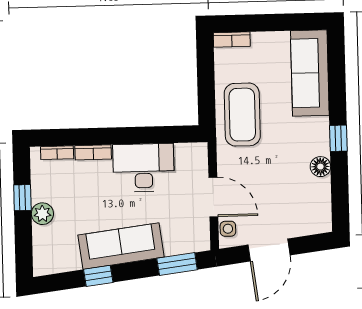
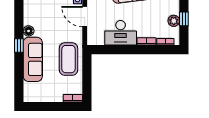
sofa: (310, 73) -> (33, 59), moved
plant: (42, 214) -> (174, 21), moved

